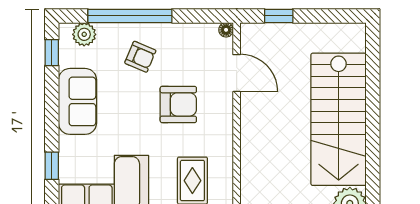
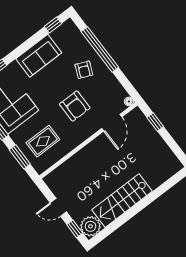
plant: (84, 34) -> (74, 34), removed
stairs: (339, 119) -> (122, 201), width x0.73, depth x0.66

